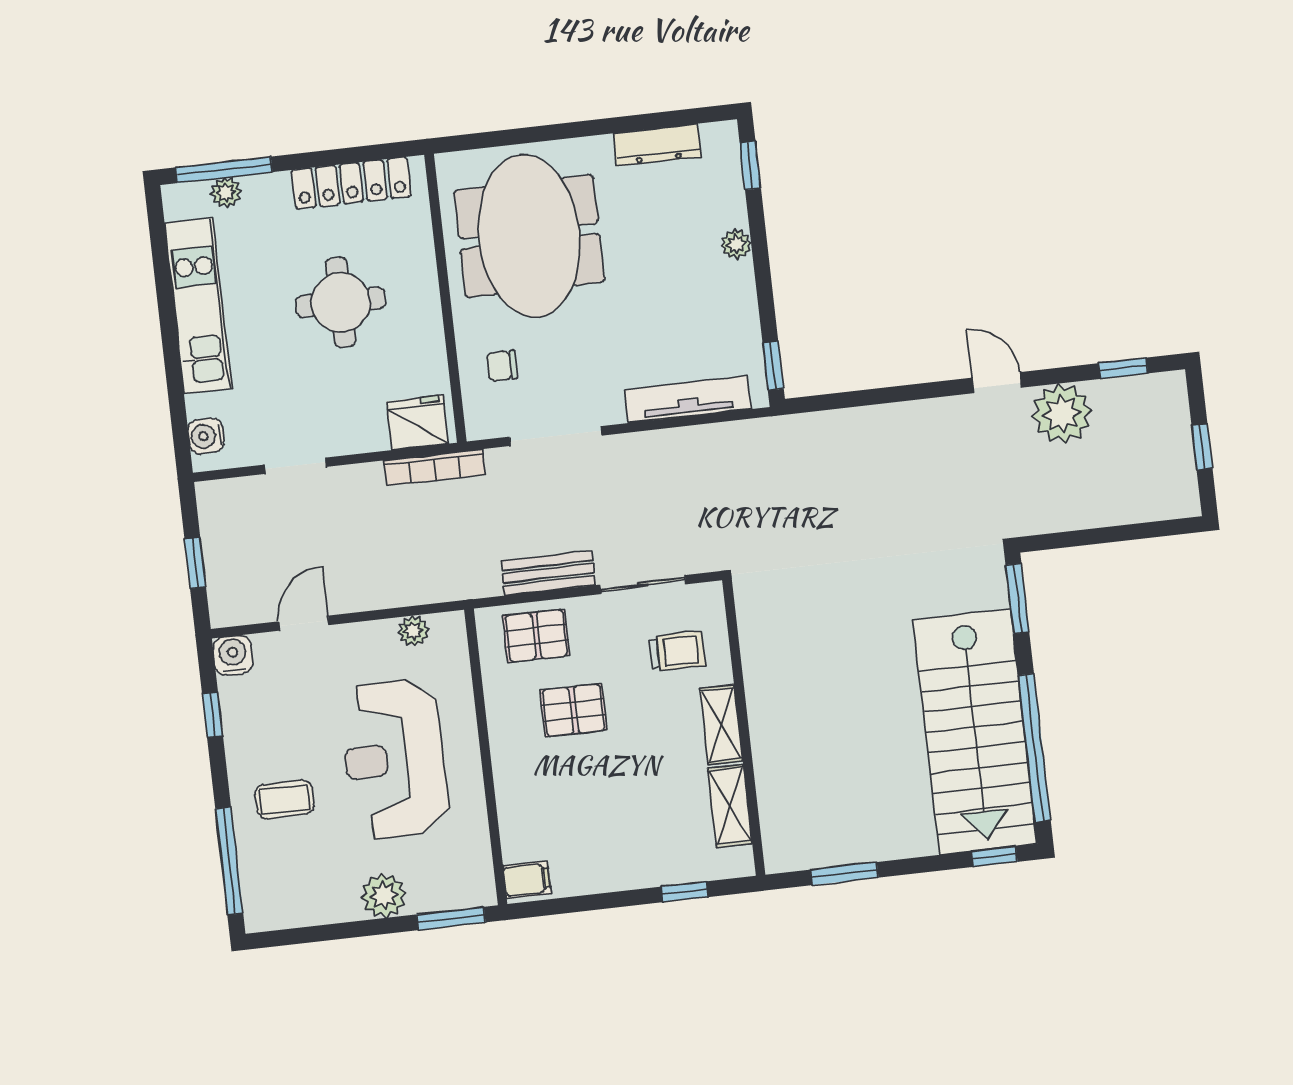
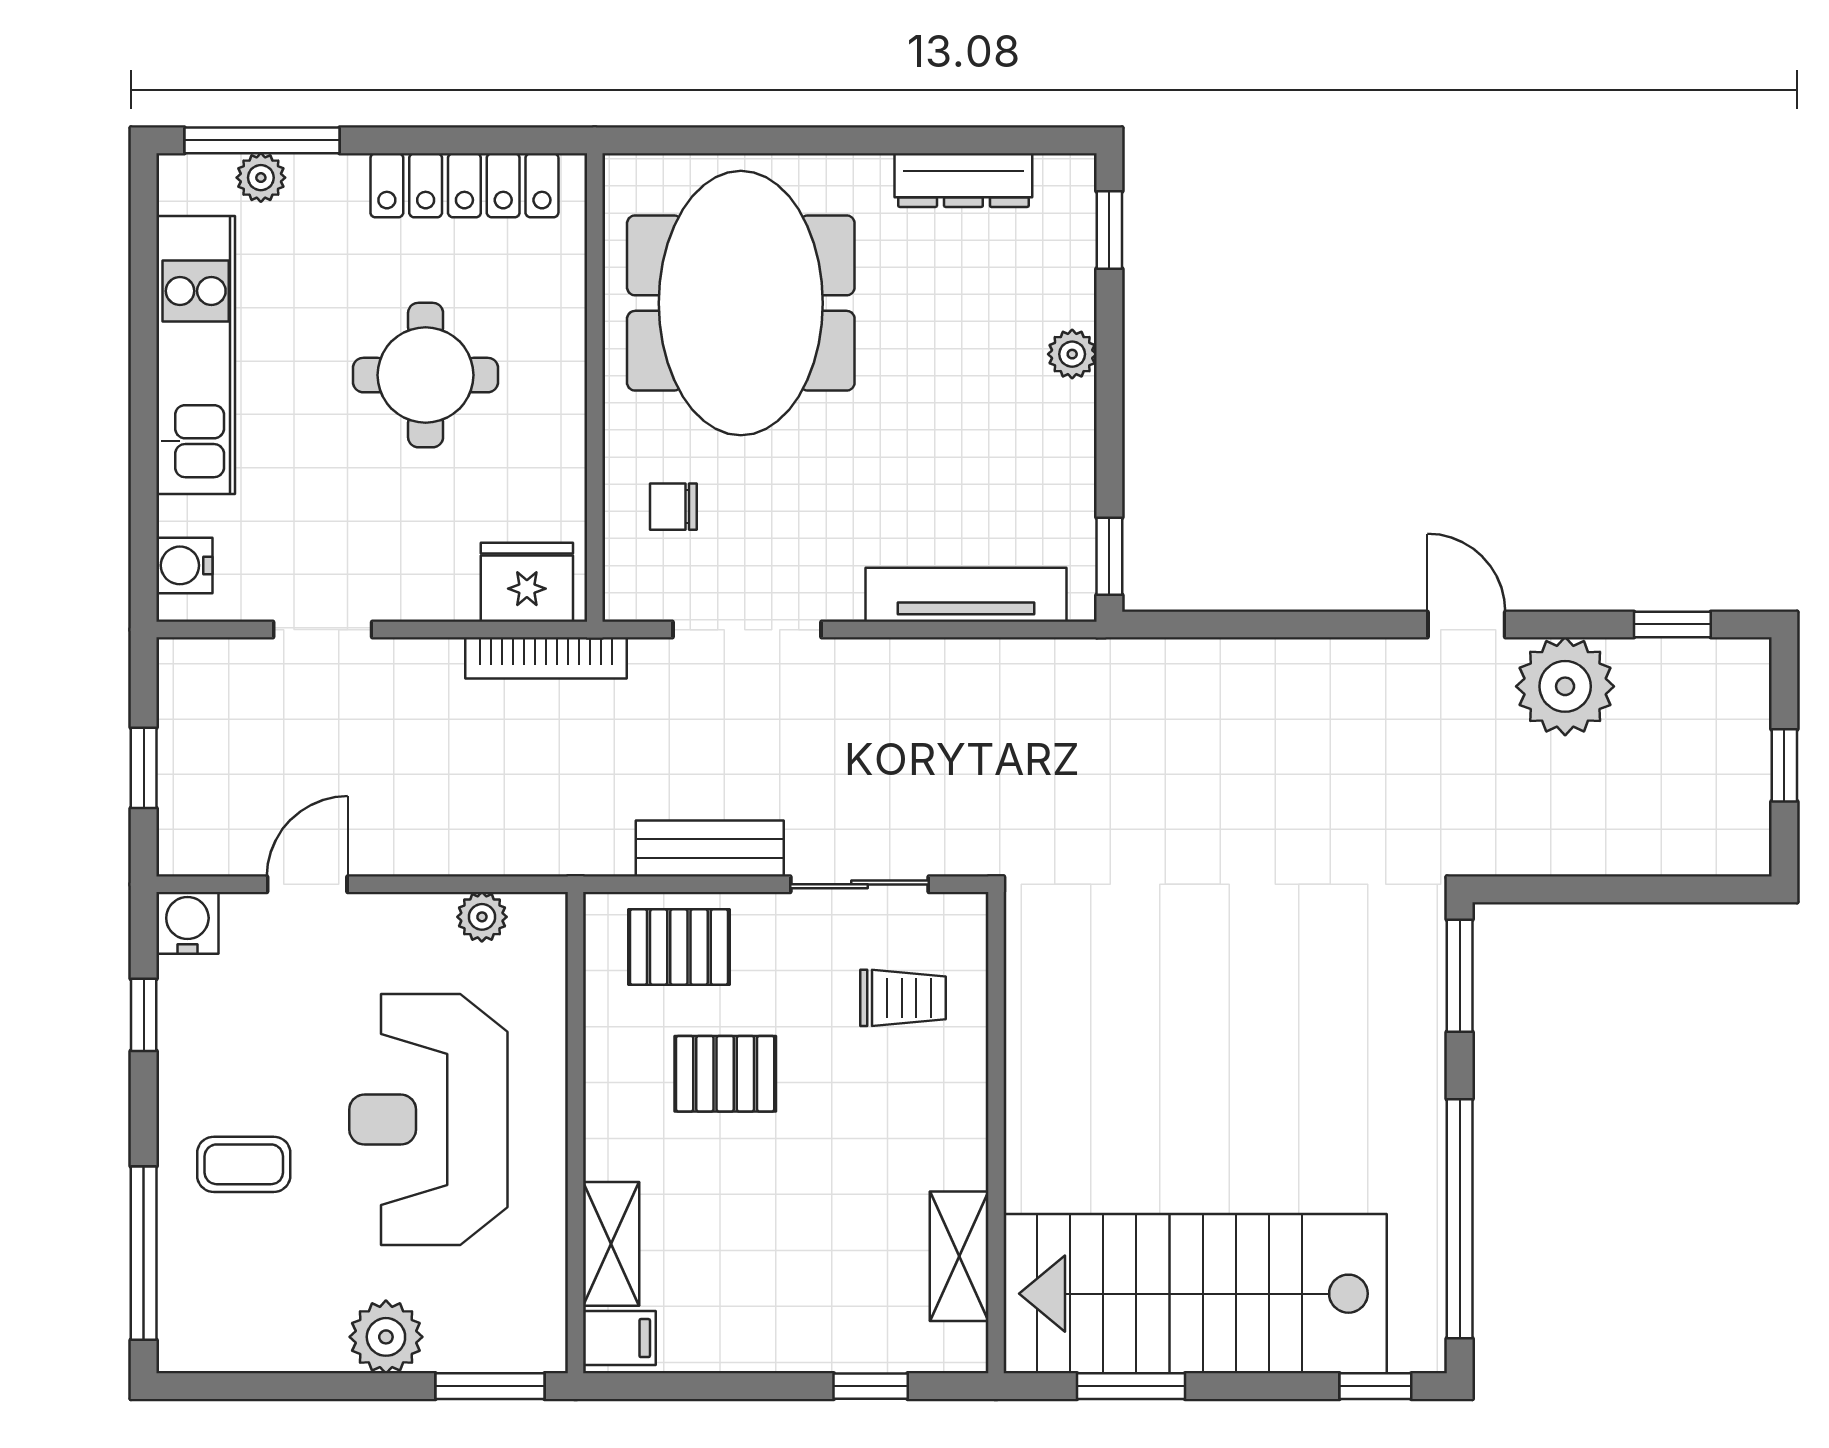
shelving: (721, 725) -> (611, 1244), moved
stairs: (975, 732) -> (1195, 1294), moved, turned 90

